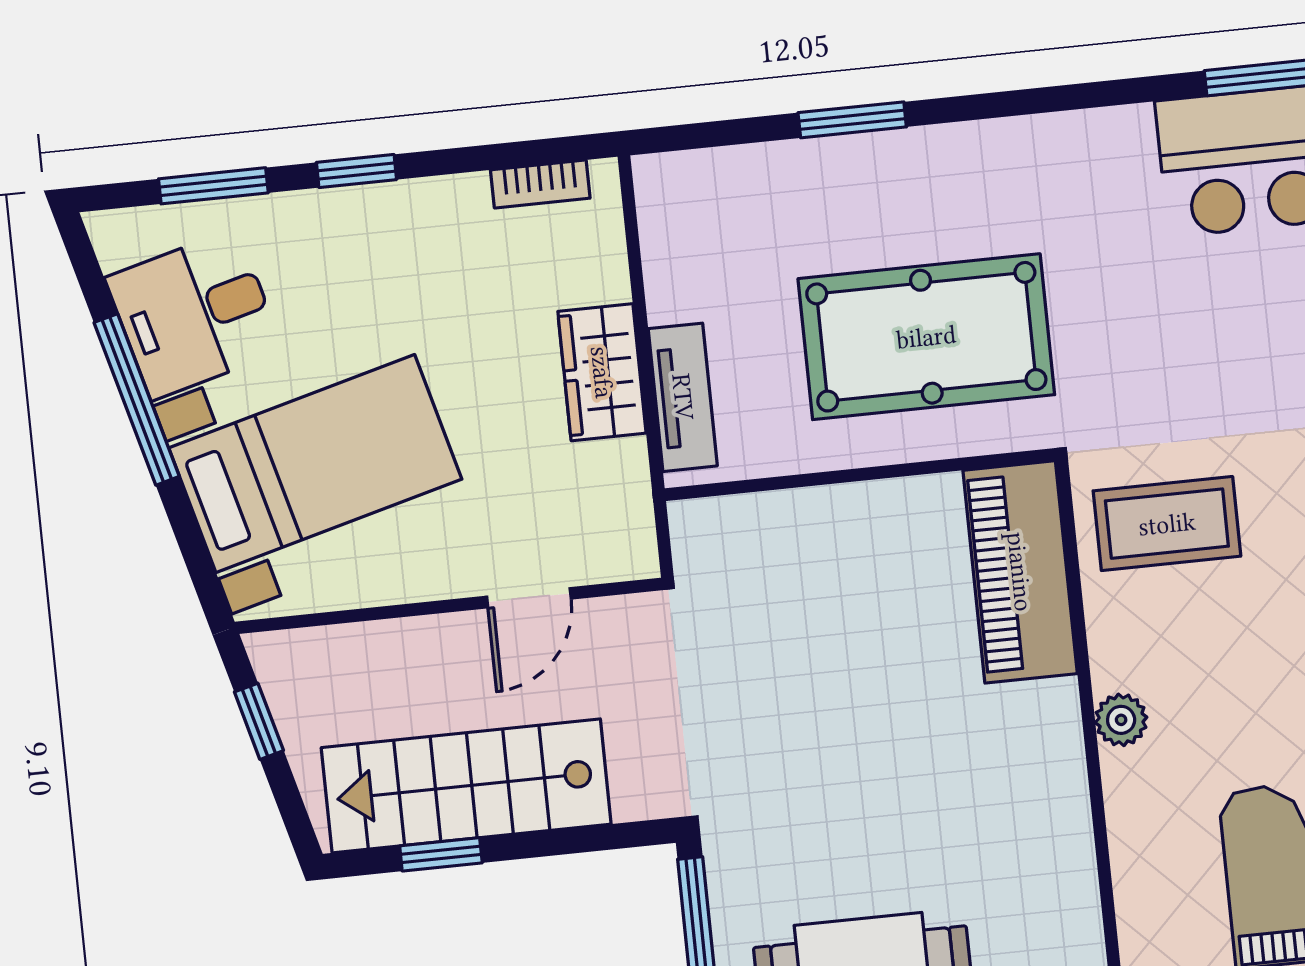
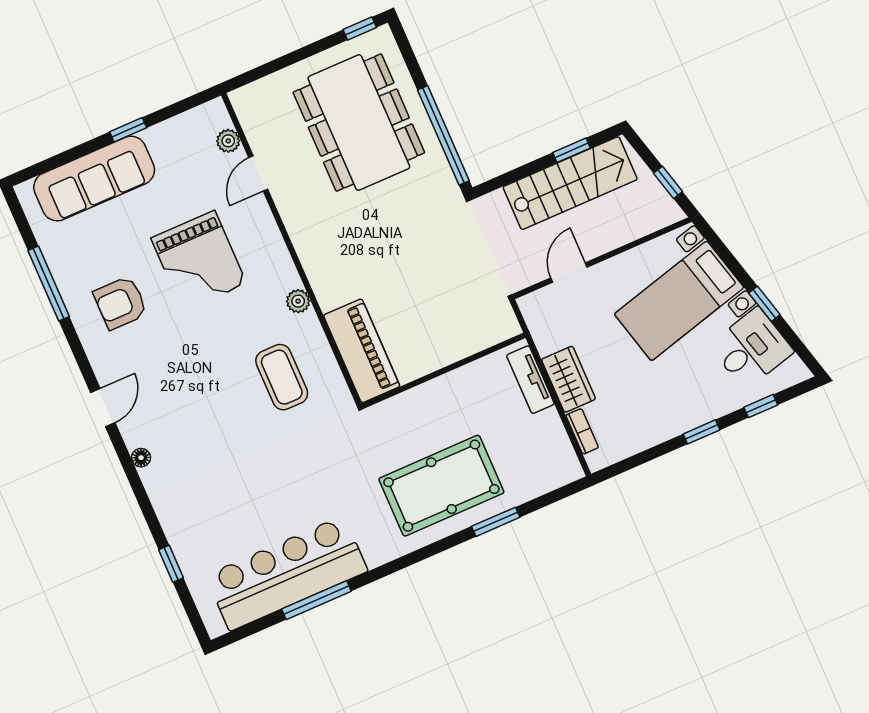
bookcase: (540, 184) -> (582, 431), moved, turned 90
window: (213, 186) -> (761, 406), width x0.67
pool table: (926, 337) -> (441, 486), moved
window: (137, 399) -> (764, 304), width x0.46
coffee table: (1167, 524) -> (282, 377), moved, turned 90

